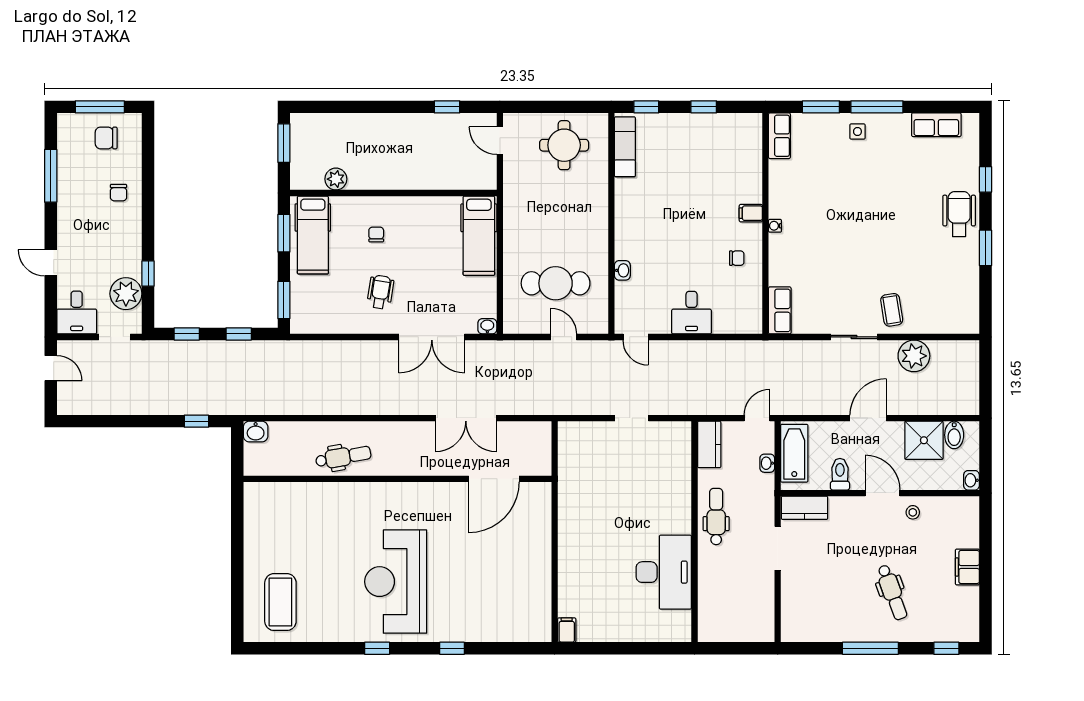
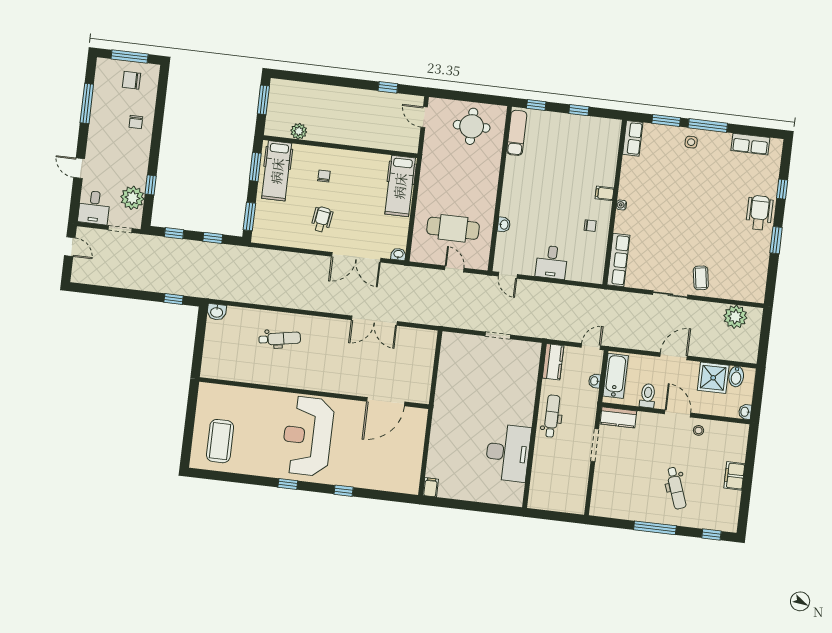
row of seats: (780, 310) -> (618, 260), width x1.48
plant: (914, 356) -> (735, 317), moved
wall: (397, 479) -> (314, 393), moved
door: (494, 479) -> (386, 402), moved

